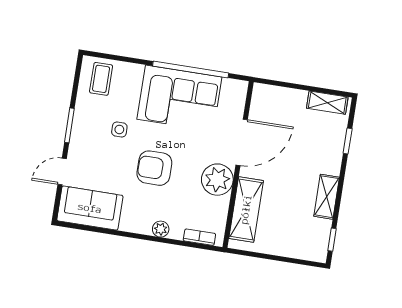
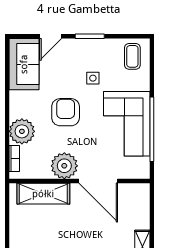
coffee table: (101, 79) -> (132, 56), turned 90
door: (62, 171) -> (51, 36), swing flipped
plant: (161, 229) -> (22, 131), width x1.88, depth x1.88

